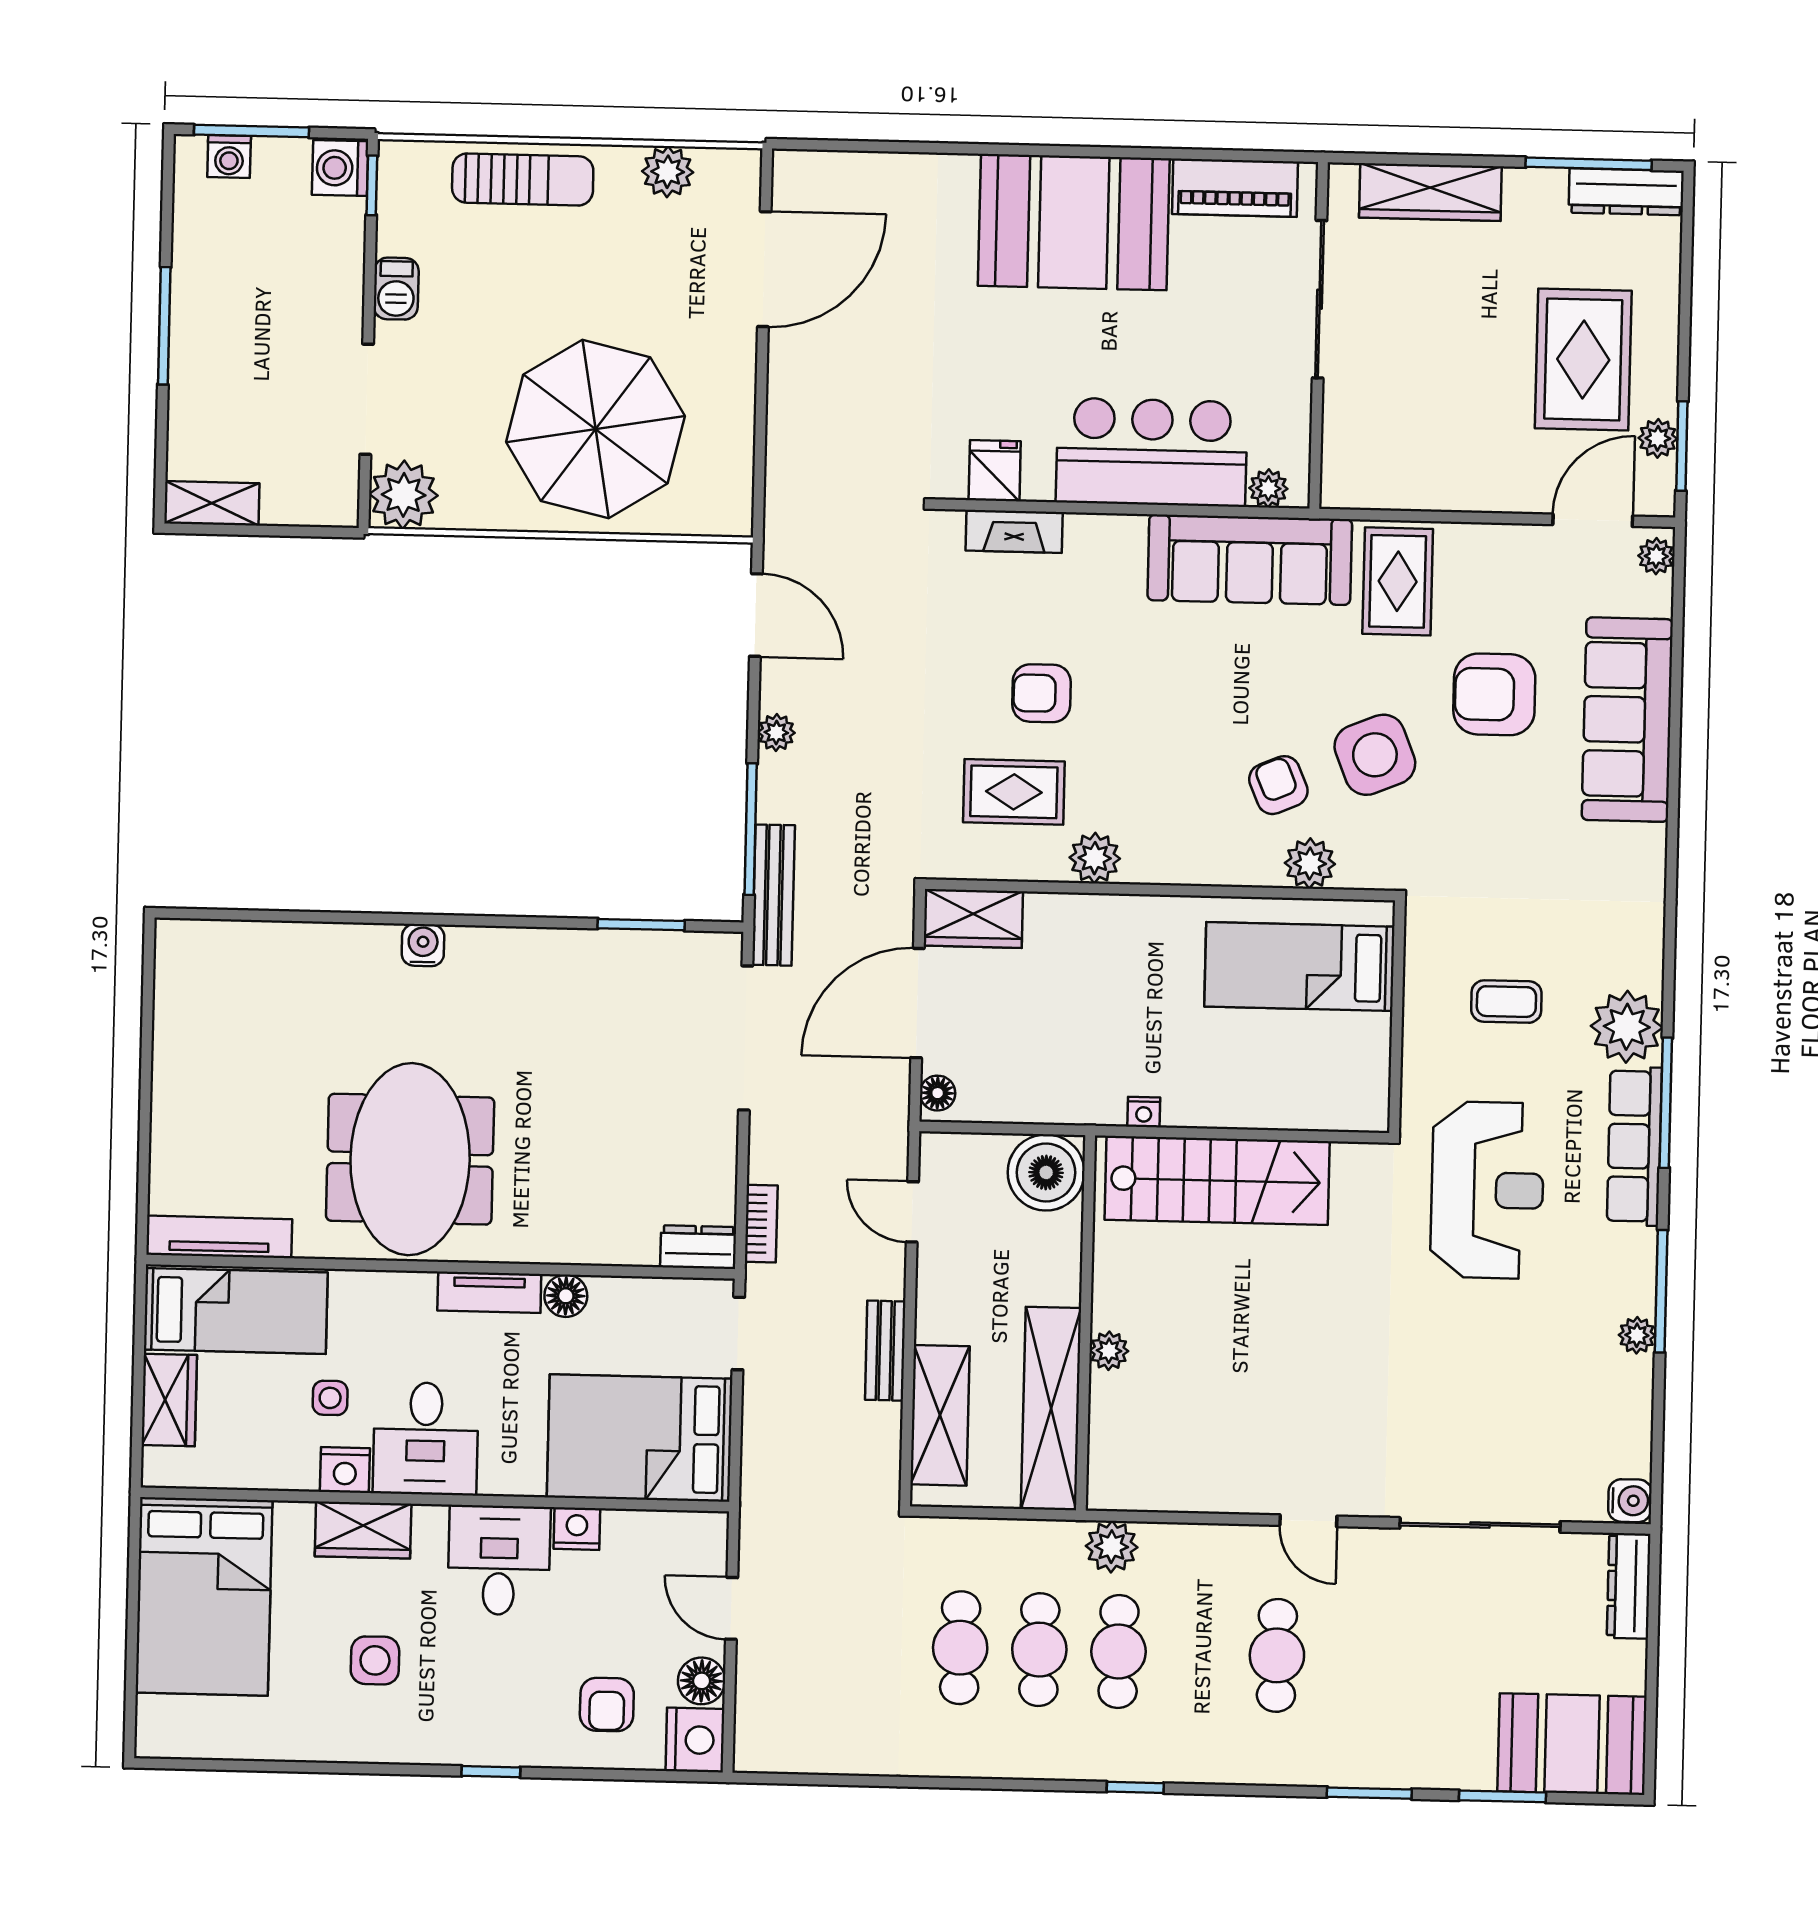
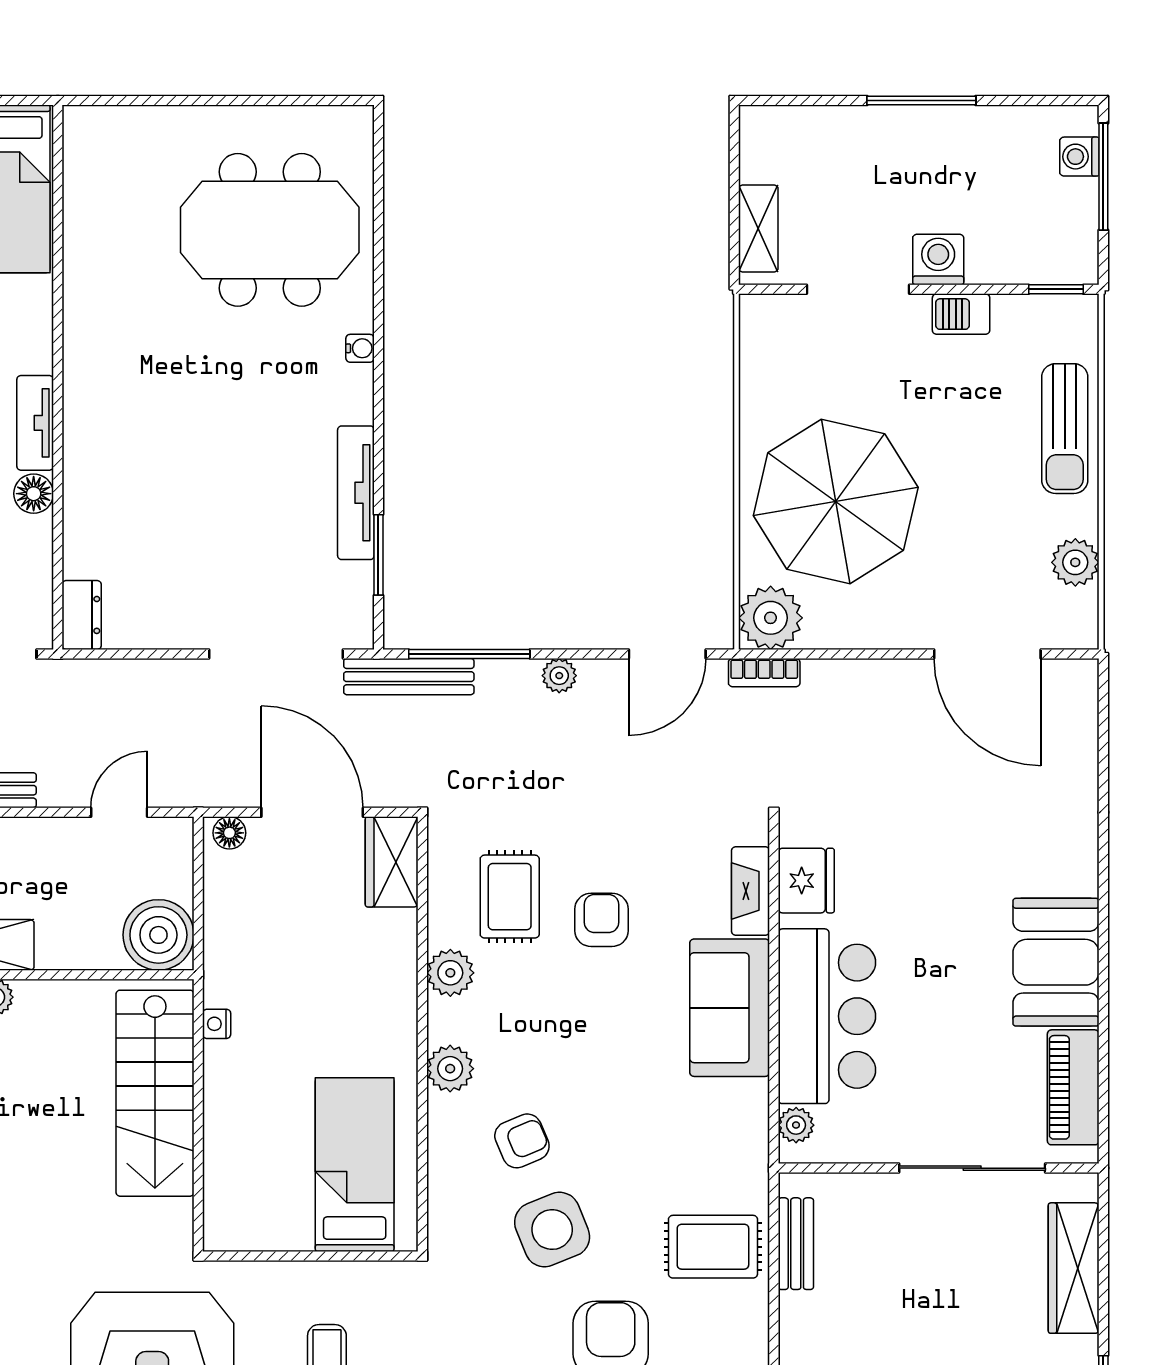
washing machine: (340, 168) -> (938, 259), moved
booth: (1074, 222) -> (1056, 962), width x0.73, depth x0.70
fridge: (995, 471) -> (806, 881), width x1.38
bench: (1397, 492) -> (796, 1244), added
plant: (404, 495) -> (771, 618), moved
shelving: (212, 503) -> (758, 228), moved
sofa: (1250, 560) -> (730, 1008), moved, width x0.73
plant: (1310, 863) -> (450, 1069), moved
water cooler: (423, 945) -> (360, 348), width x0.72, depth x0.72
meeting table: (410, 1159) -> (270, 230), moved
bookcase: (761, 1224) -> (764, 673), moved
tv unit: (219, 1237) -> (356, 493), moved, turned 180

